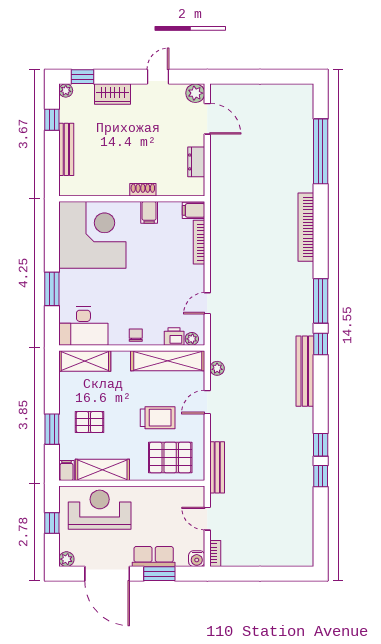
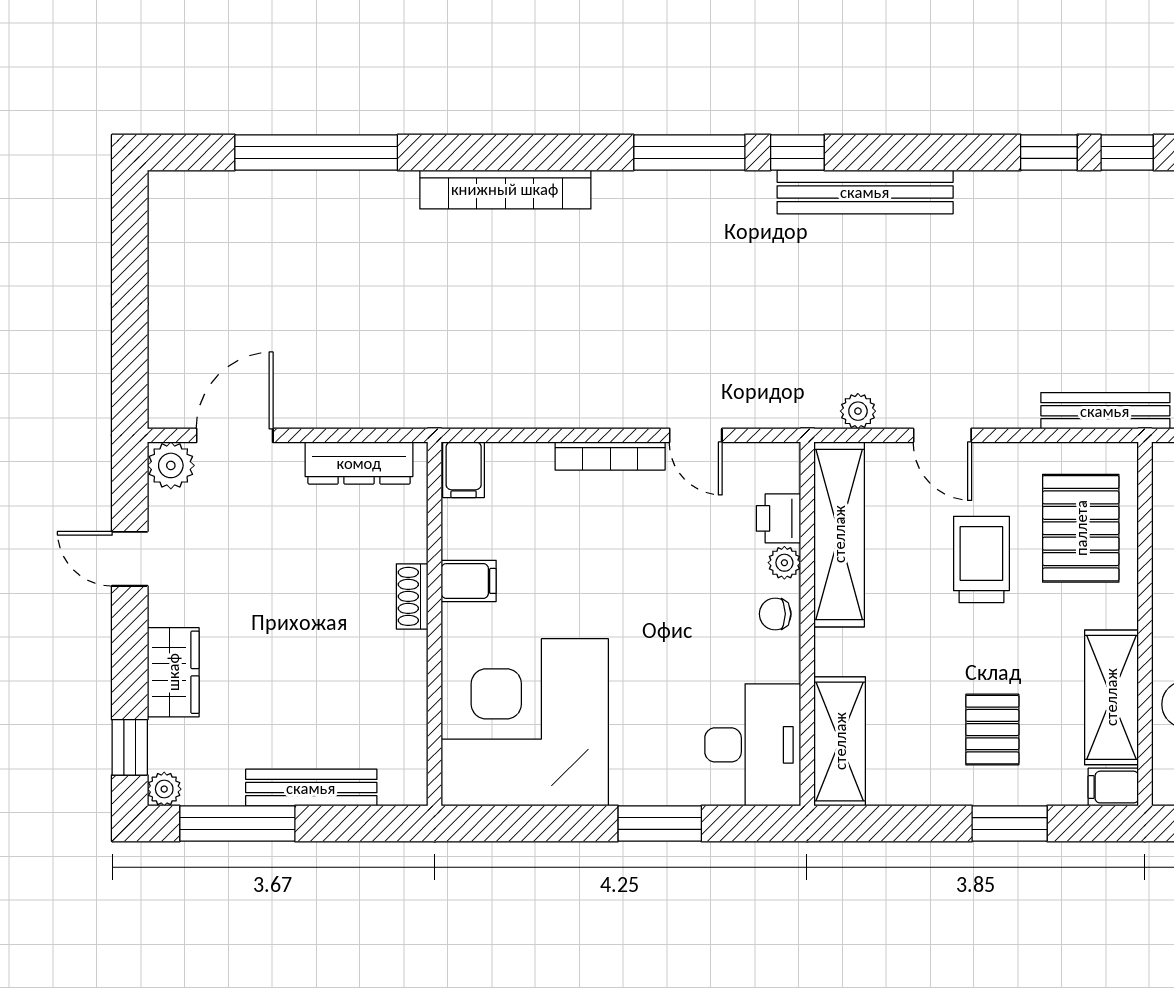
window: (52, 120) -> (237, 823), width x2.17
dresser: (196, 162) -> (359, 463), width x1.44
bookcase: (199, 242) -> (610, 456), moved
plant: (192, 339) -> (784, 563), moved

